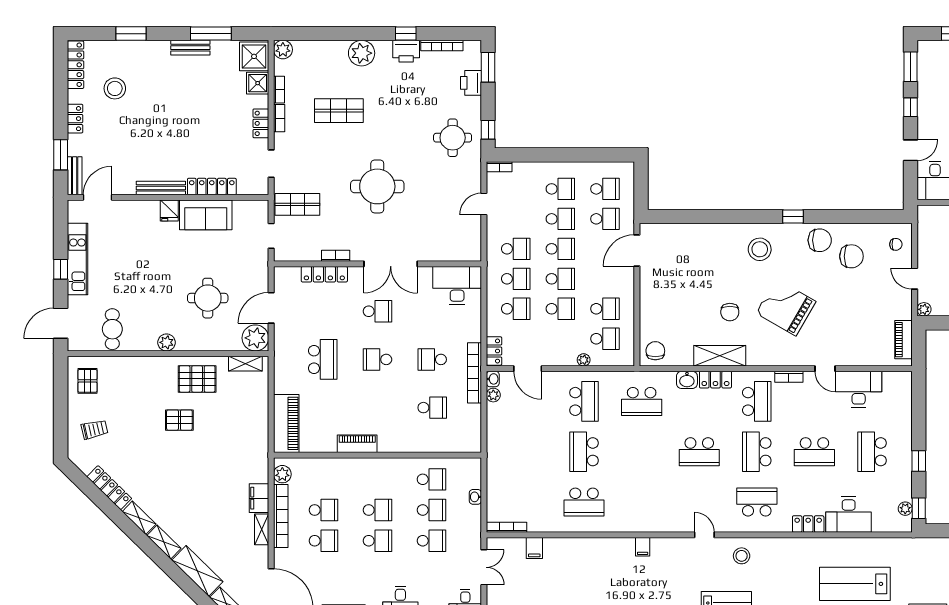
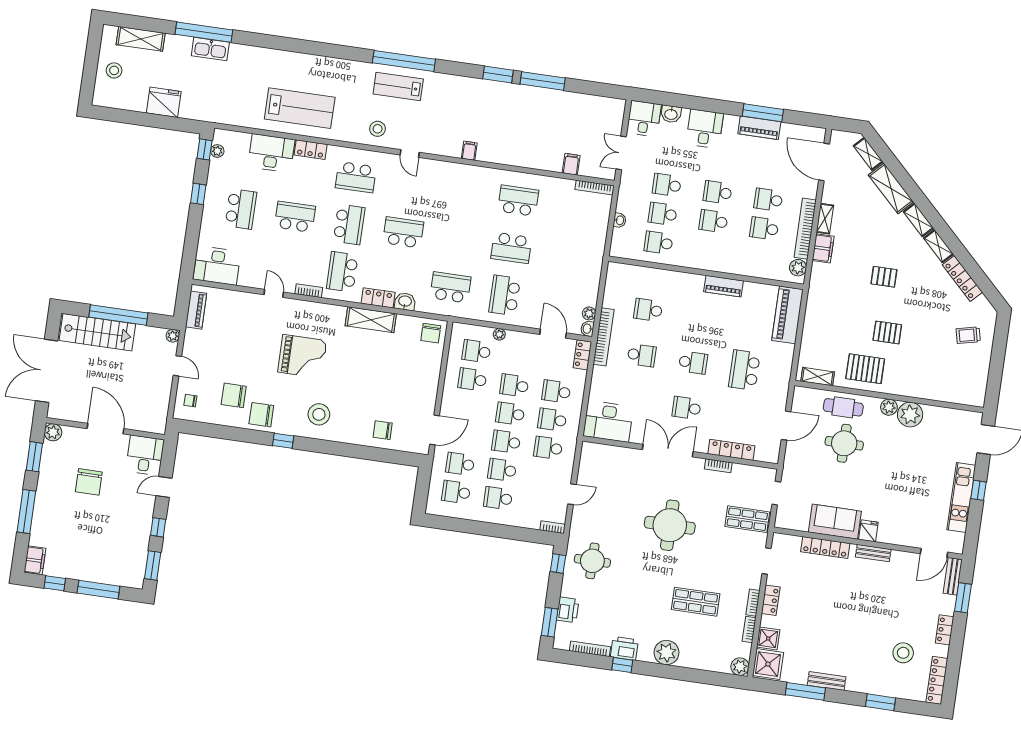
bench: (161, 188) -> (873, 553), width x0.73
grand piano: (786, 307) -> (302, 356), turned -30
chair: (730, 312) -> (383, 430), moved, turned -90
cafe table: (112, 329) -> (843, 407), moved, turned 90
plant: (255, 338) -> (910, 415), moved
pallet: (87, 381) -> (884, 277), moved, turned 90
desk: (859, 389) -> (217, 266), moved
school desk: (584, 452) -> (511, 248), turned 90
lab bench: (855, 584) -> (300, 108), moved

